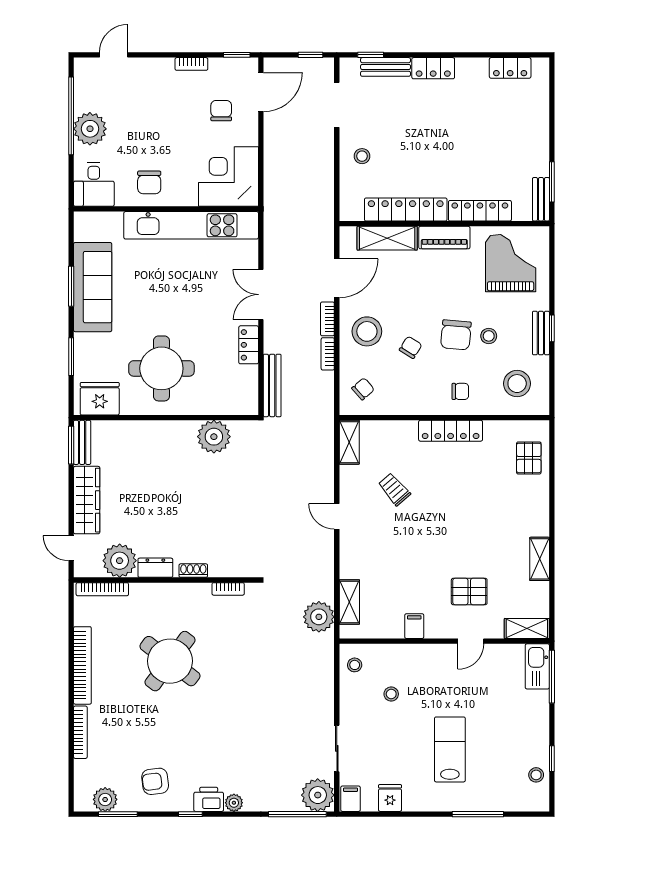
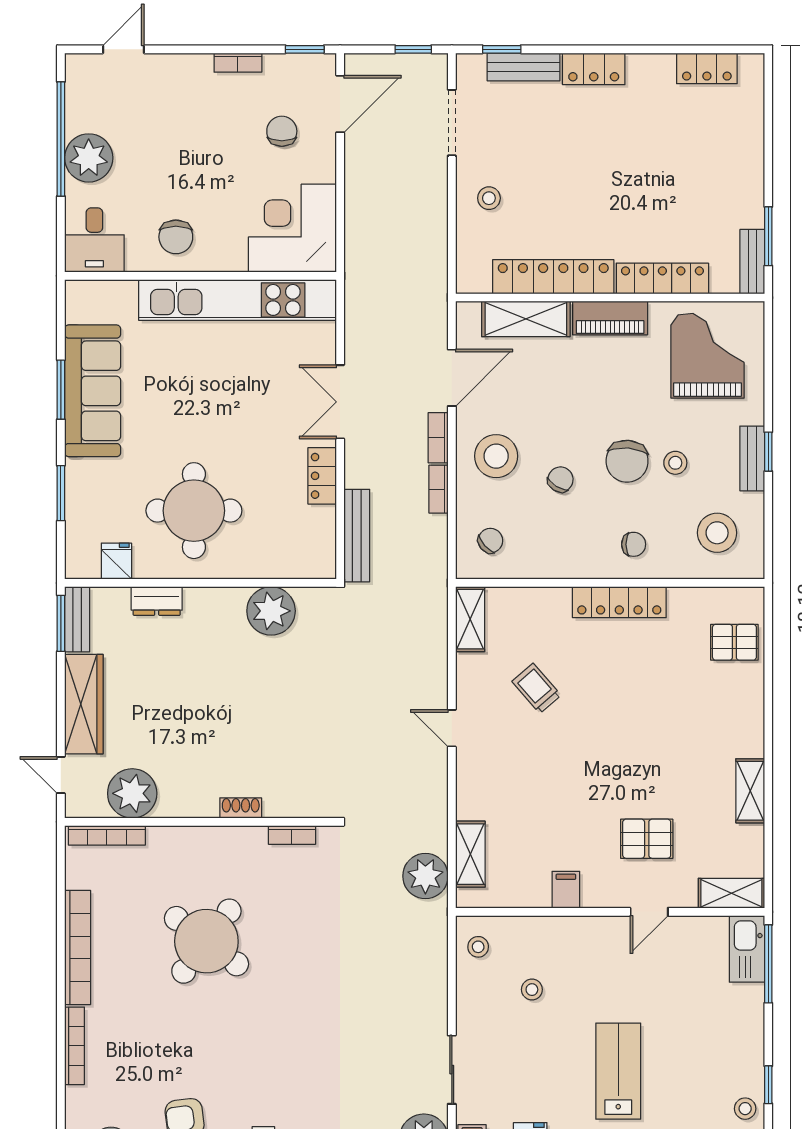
fridge: (100, 399) -> (116, 561), width x0.53, depth x0.75
pallet: (529, 458) -> (734, 642), turned 90
dresser: (155, 568) -> (157, 601), moved, turned 180

